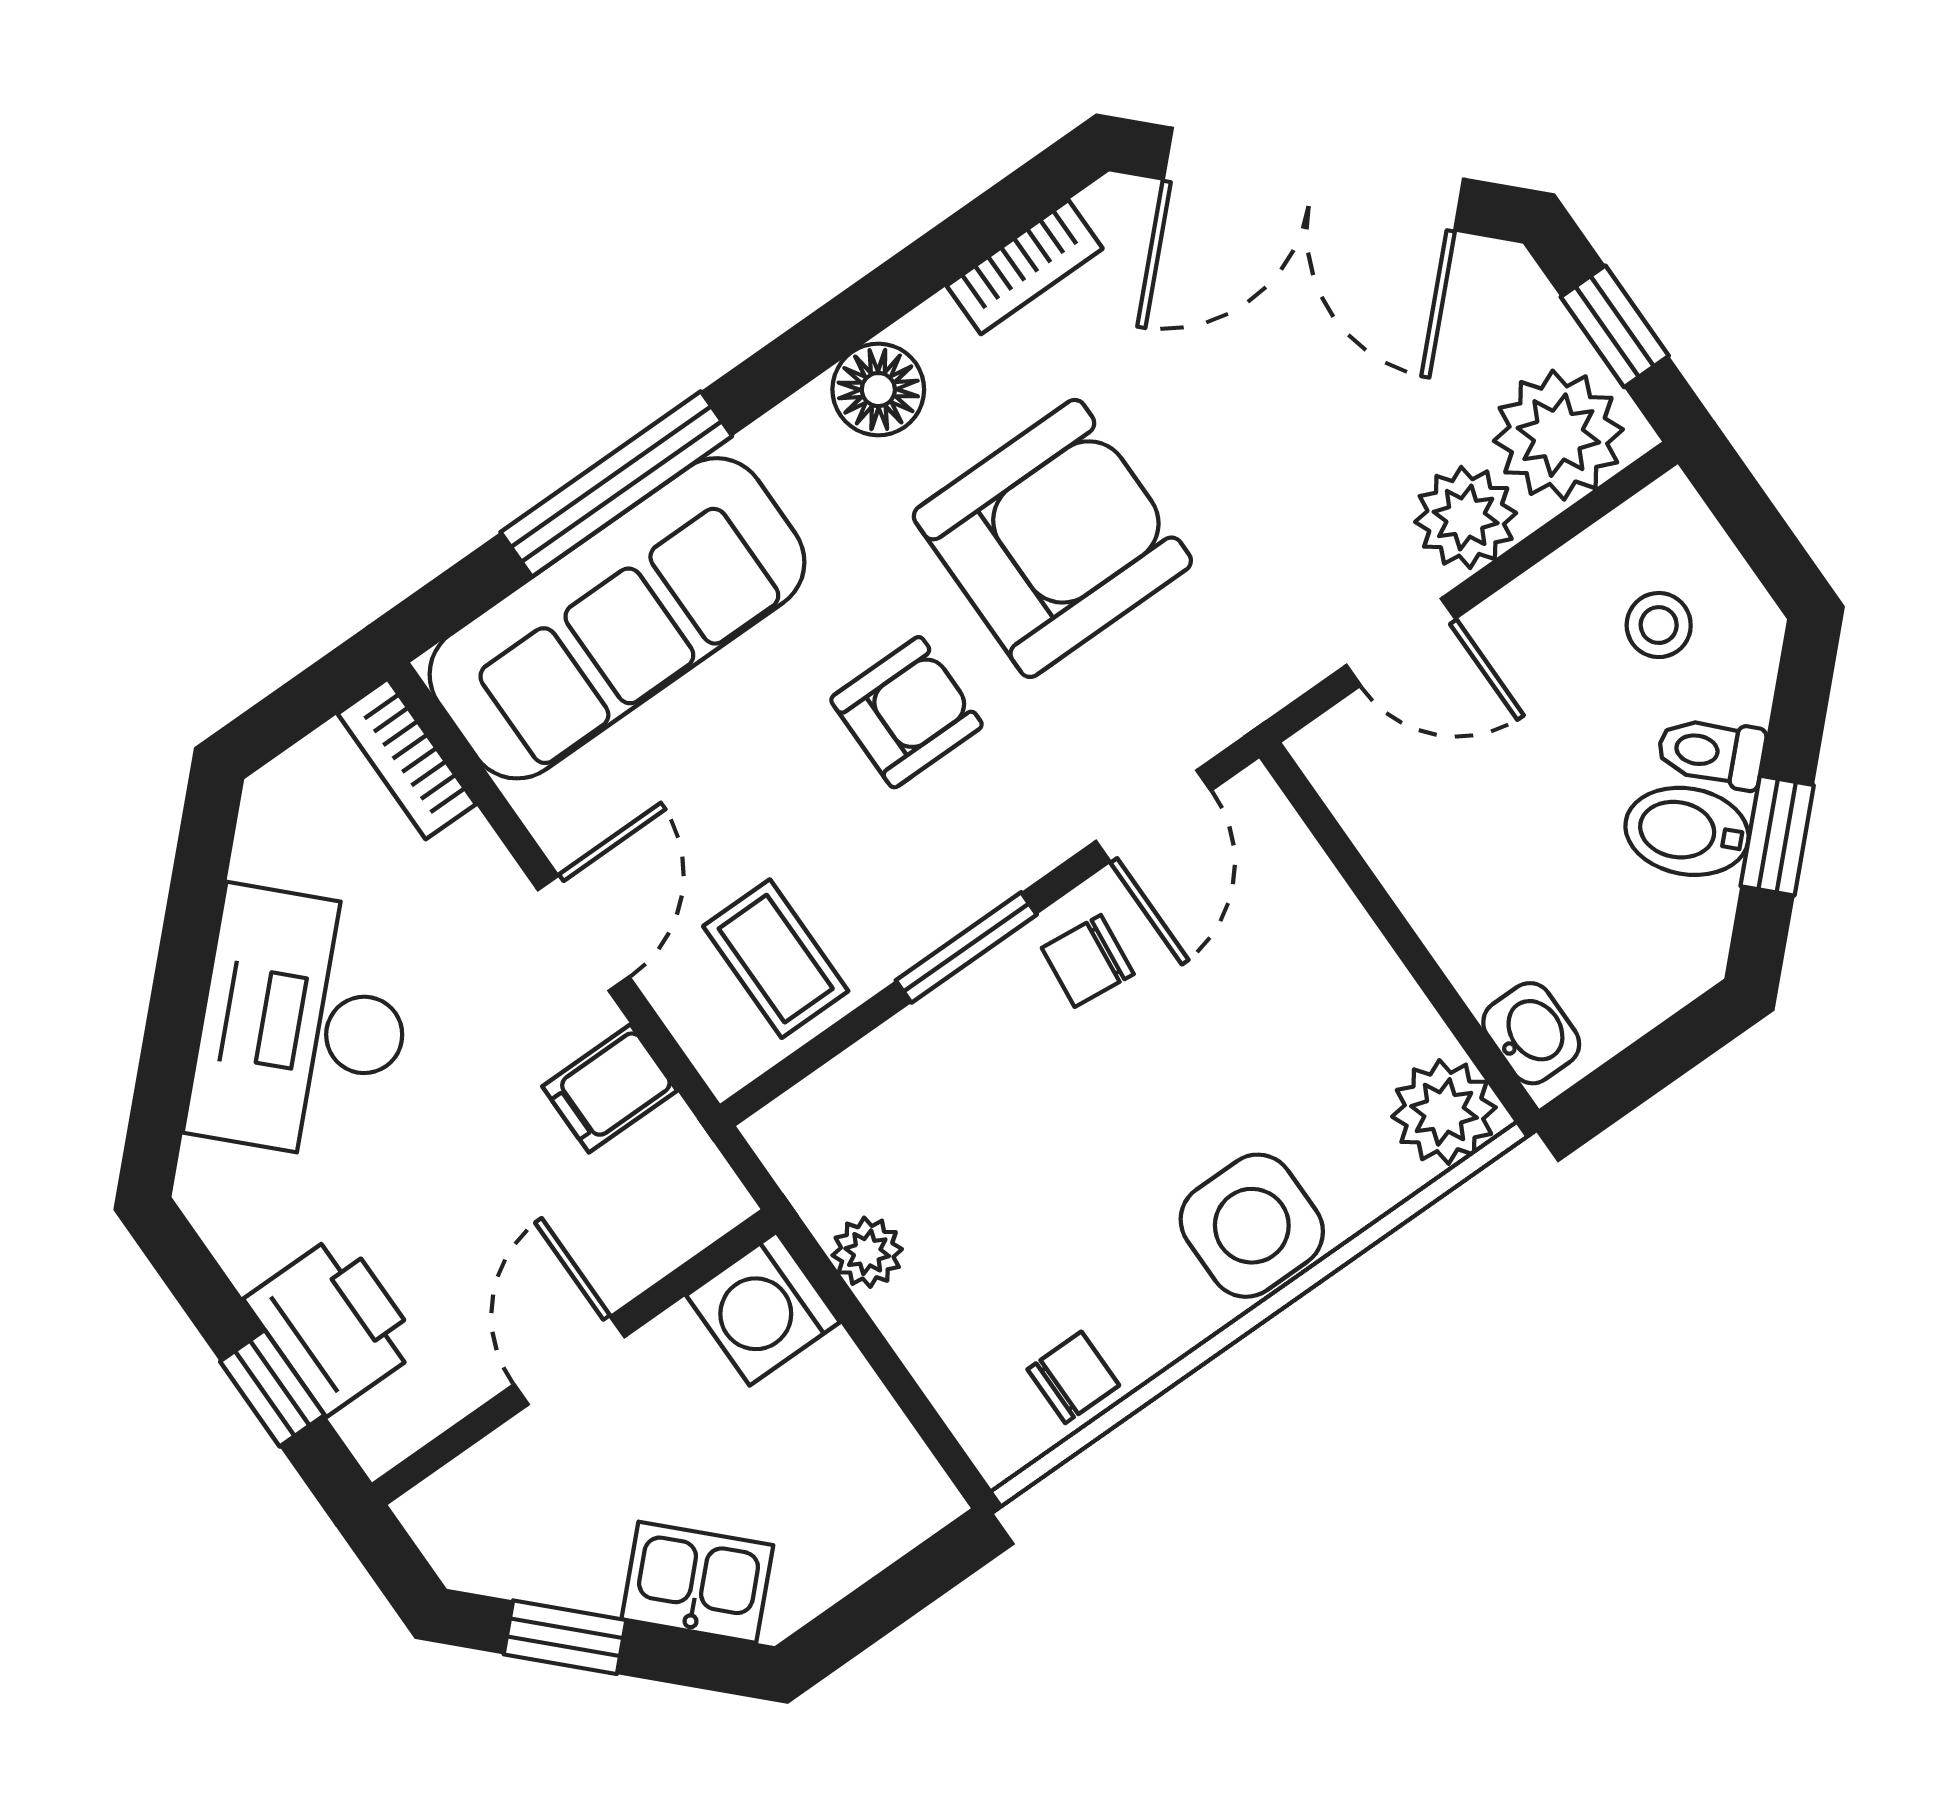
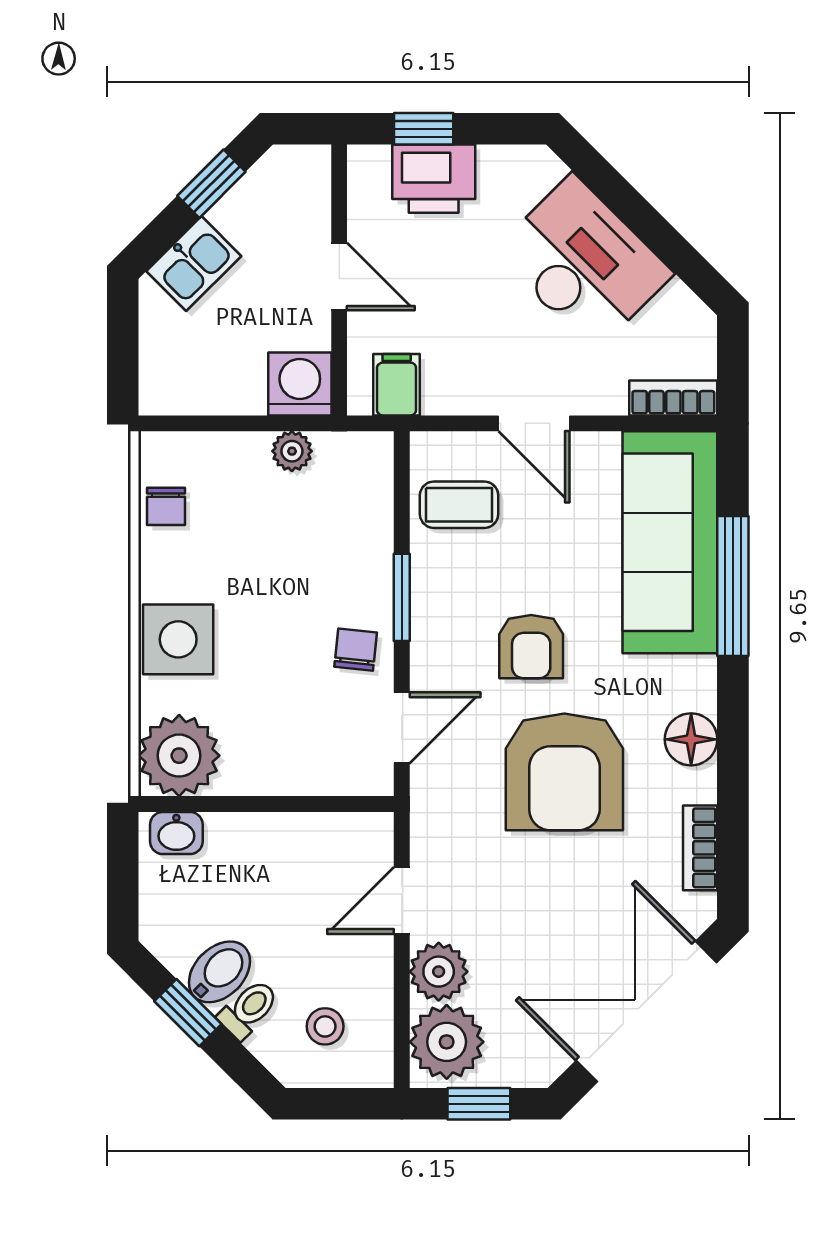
door: (1153, 816) -> (402, 728), swing flipped
filing cabinet: (610, 1088) -> (397, 385), moved
plant: (1444, 1112) -> (179, 756), width x1.36, depth x1.36

